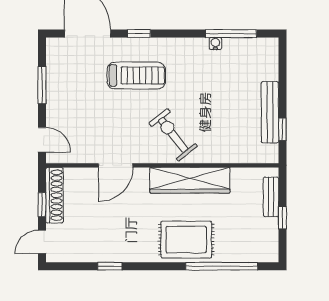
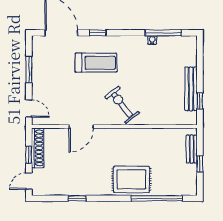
wardrobe: (190, 180) -> (134, 137), removed

